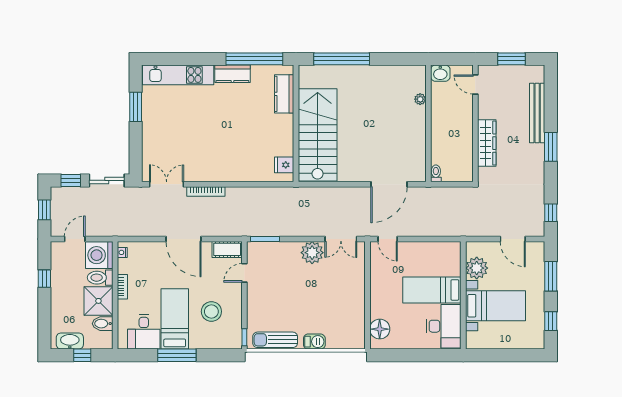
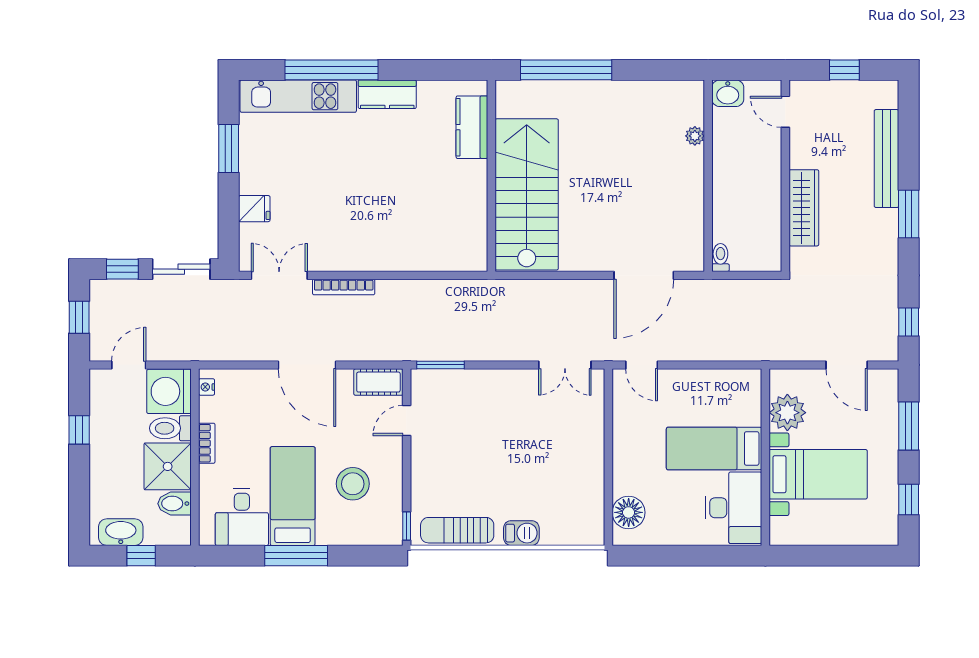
window: (254, 59) -> (331, 70), moved
window: (511, 59) -> (844, 70), width x0.67
fridge: (284, 165) -> (254, 209), moved, turned 180
plant: (312, 253) -> (518, 387), removed

